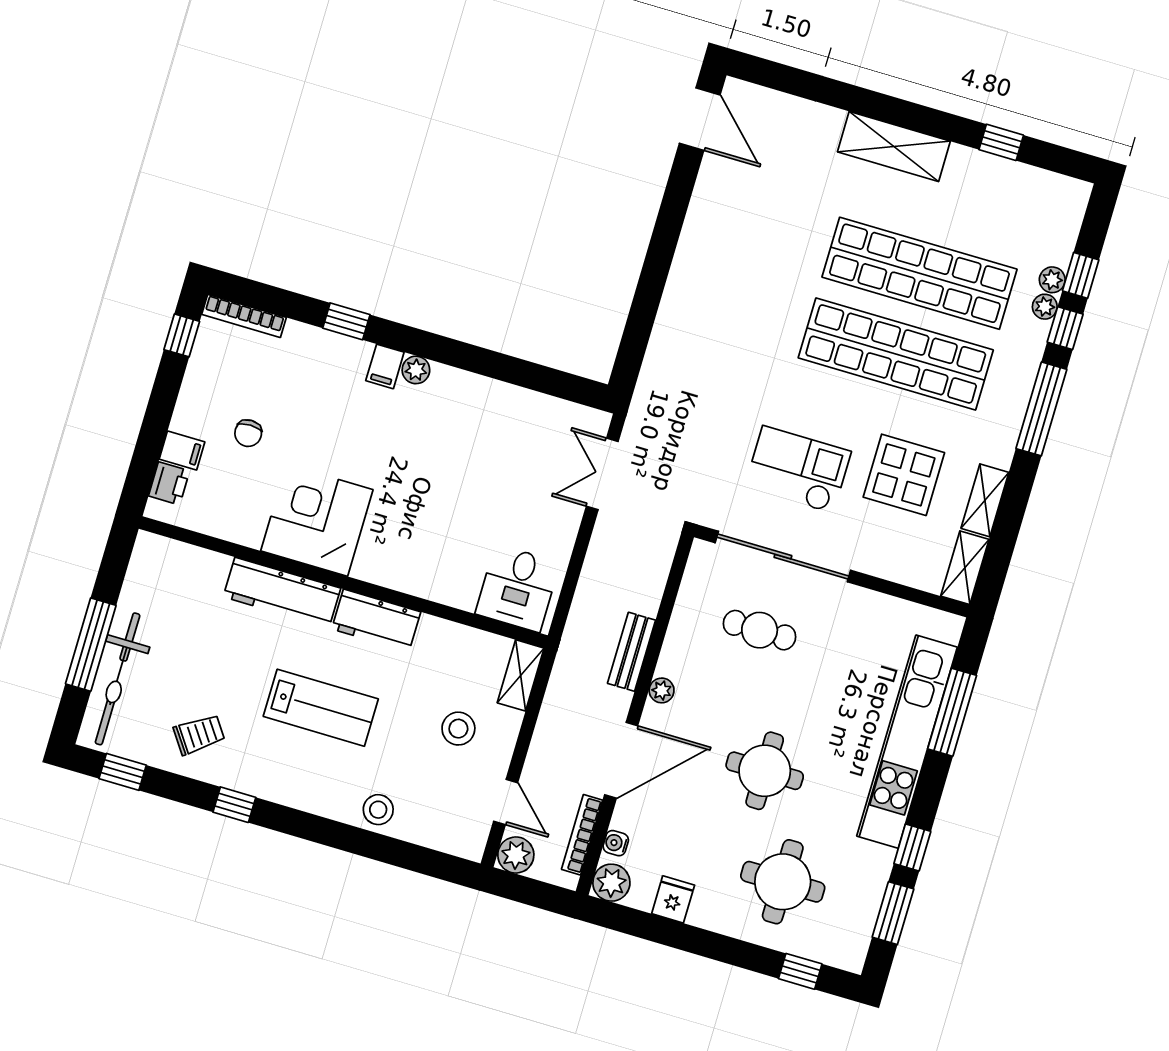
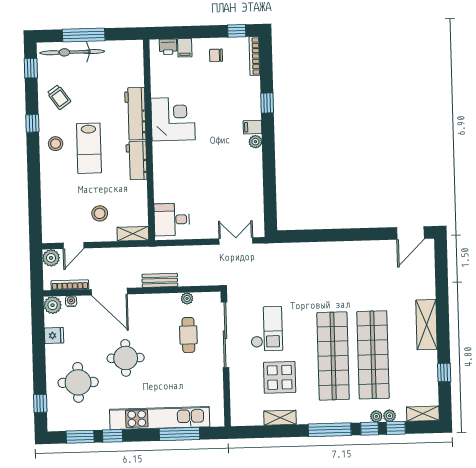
chair: (248, 433) -> (216, 55), moved
shelving: (965, 568) -> (423, 414), moved
plant: (662, 690) -> (187, 298), moved
stool: (378, 810) -> (56, 144), moved

